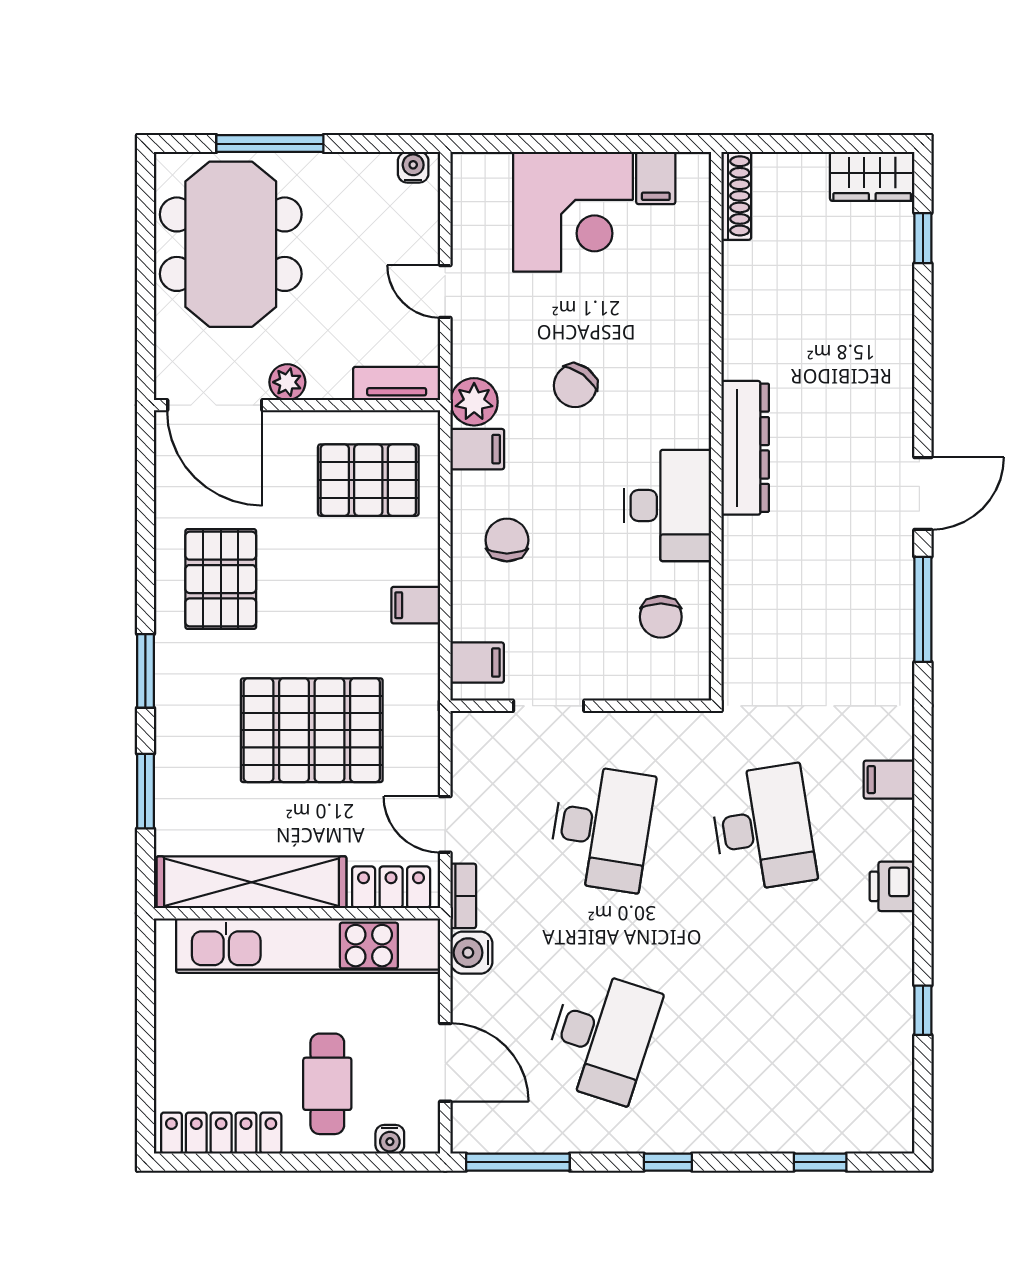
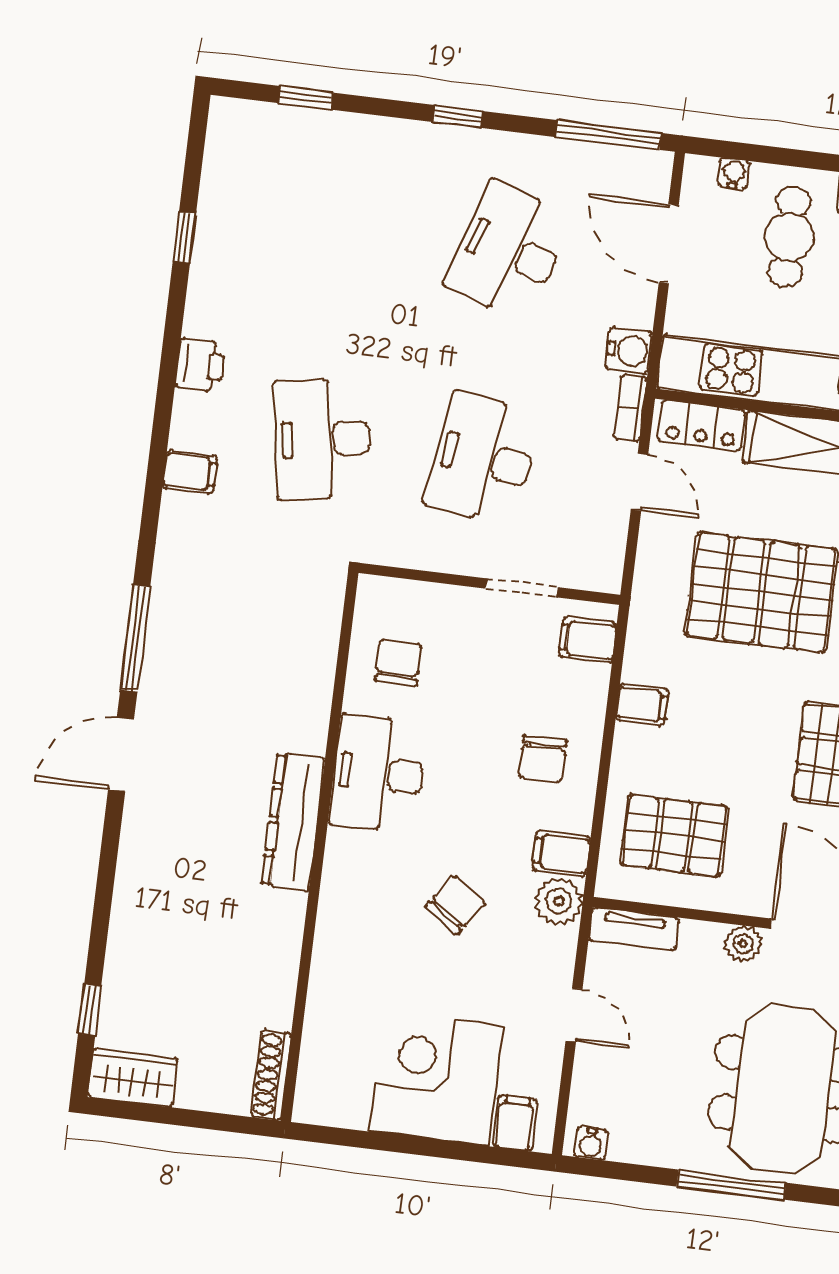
filing cabinet: (656, 178) -> (515, 1123), moved

